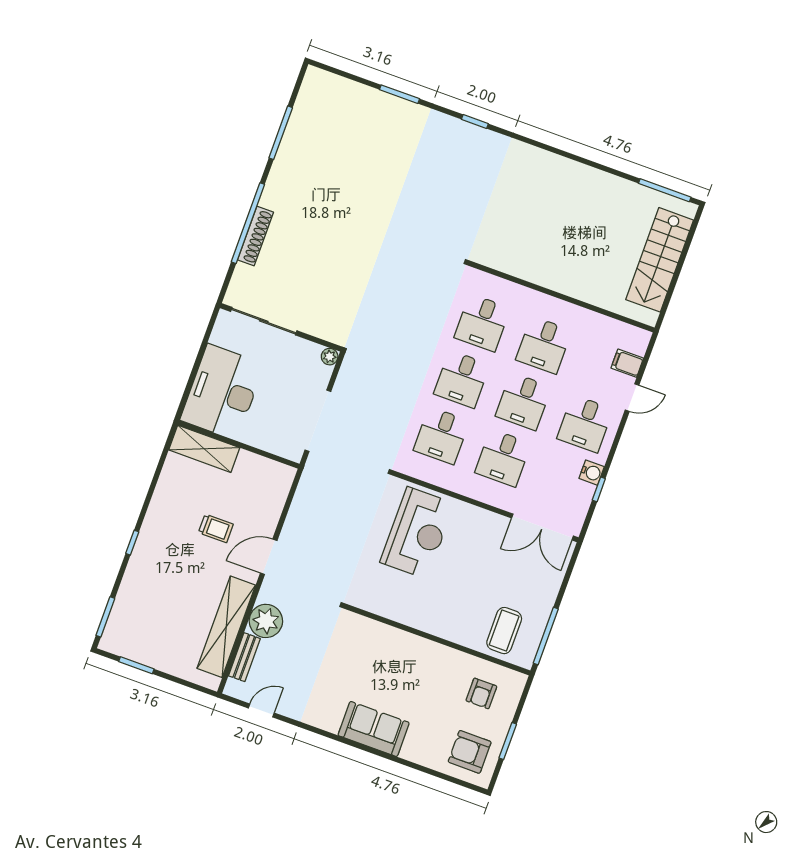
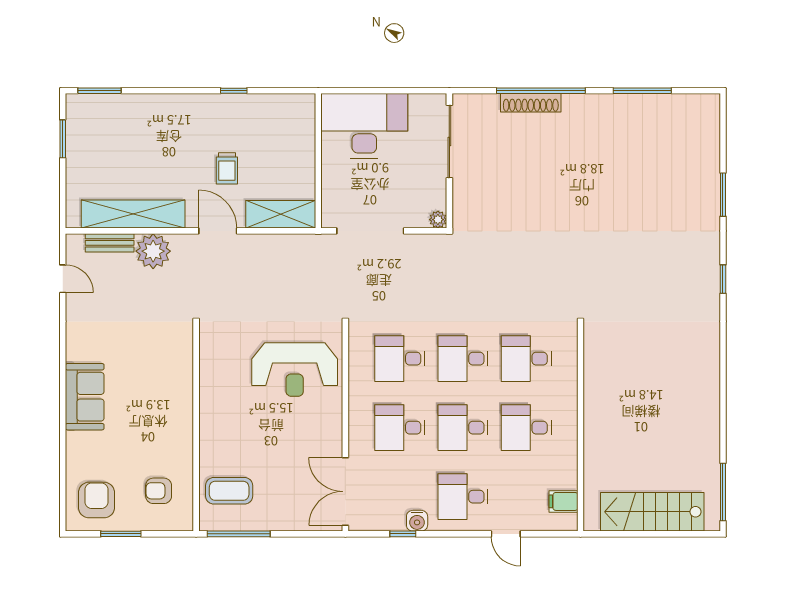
filing cabinet: (627, 363) -> (563, 501), moved, turned -90
shelving: (204, 449) -> (281, 214), moved, turned 90
window: (132, 543) -> (234, 91), moved

